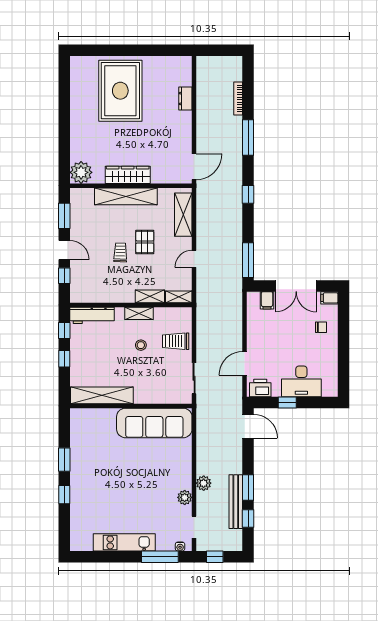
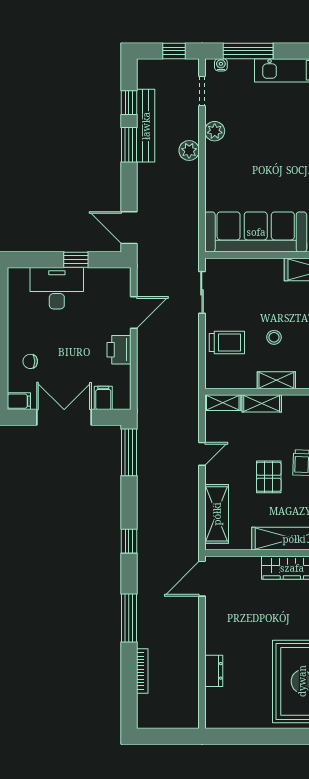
printer: (260, 388) -> (119, 350), moved, turned 90

